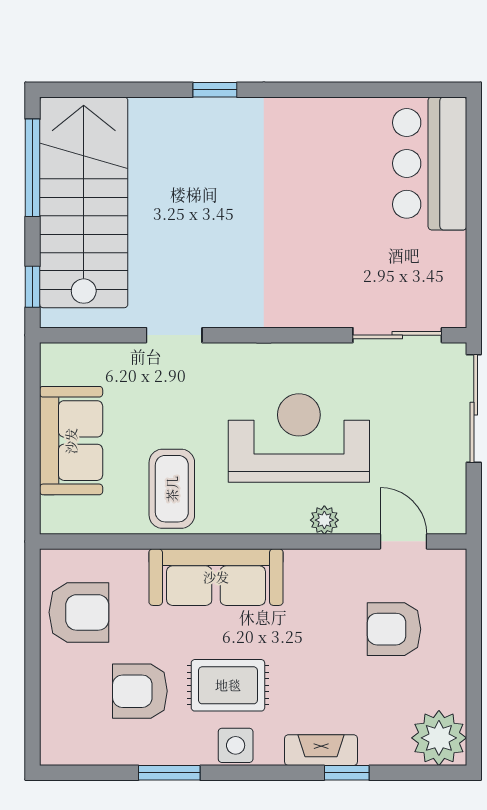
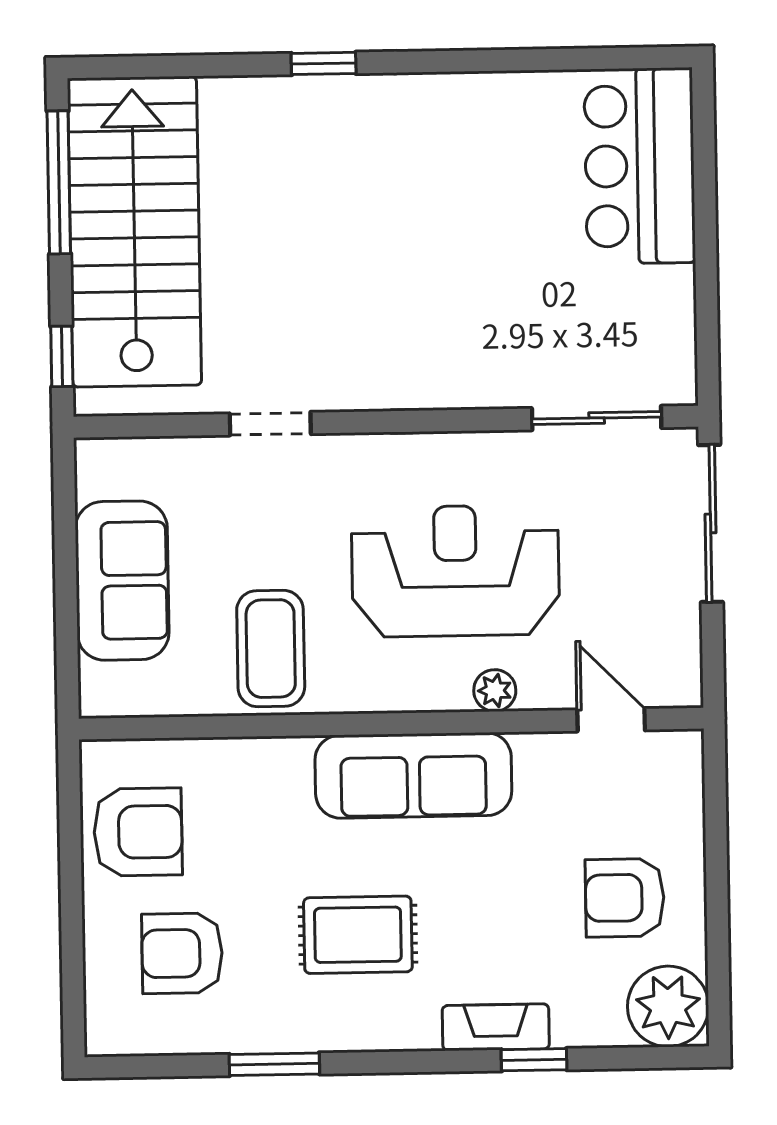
sofa: (216, 577) -> (413, 775), moved
armchair: (394, 629) -> (625, 898), moved
armchair: (140, 691) -> (182, 953), moved
side table: (236, 745) -> (371, 1022), removed

